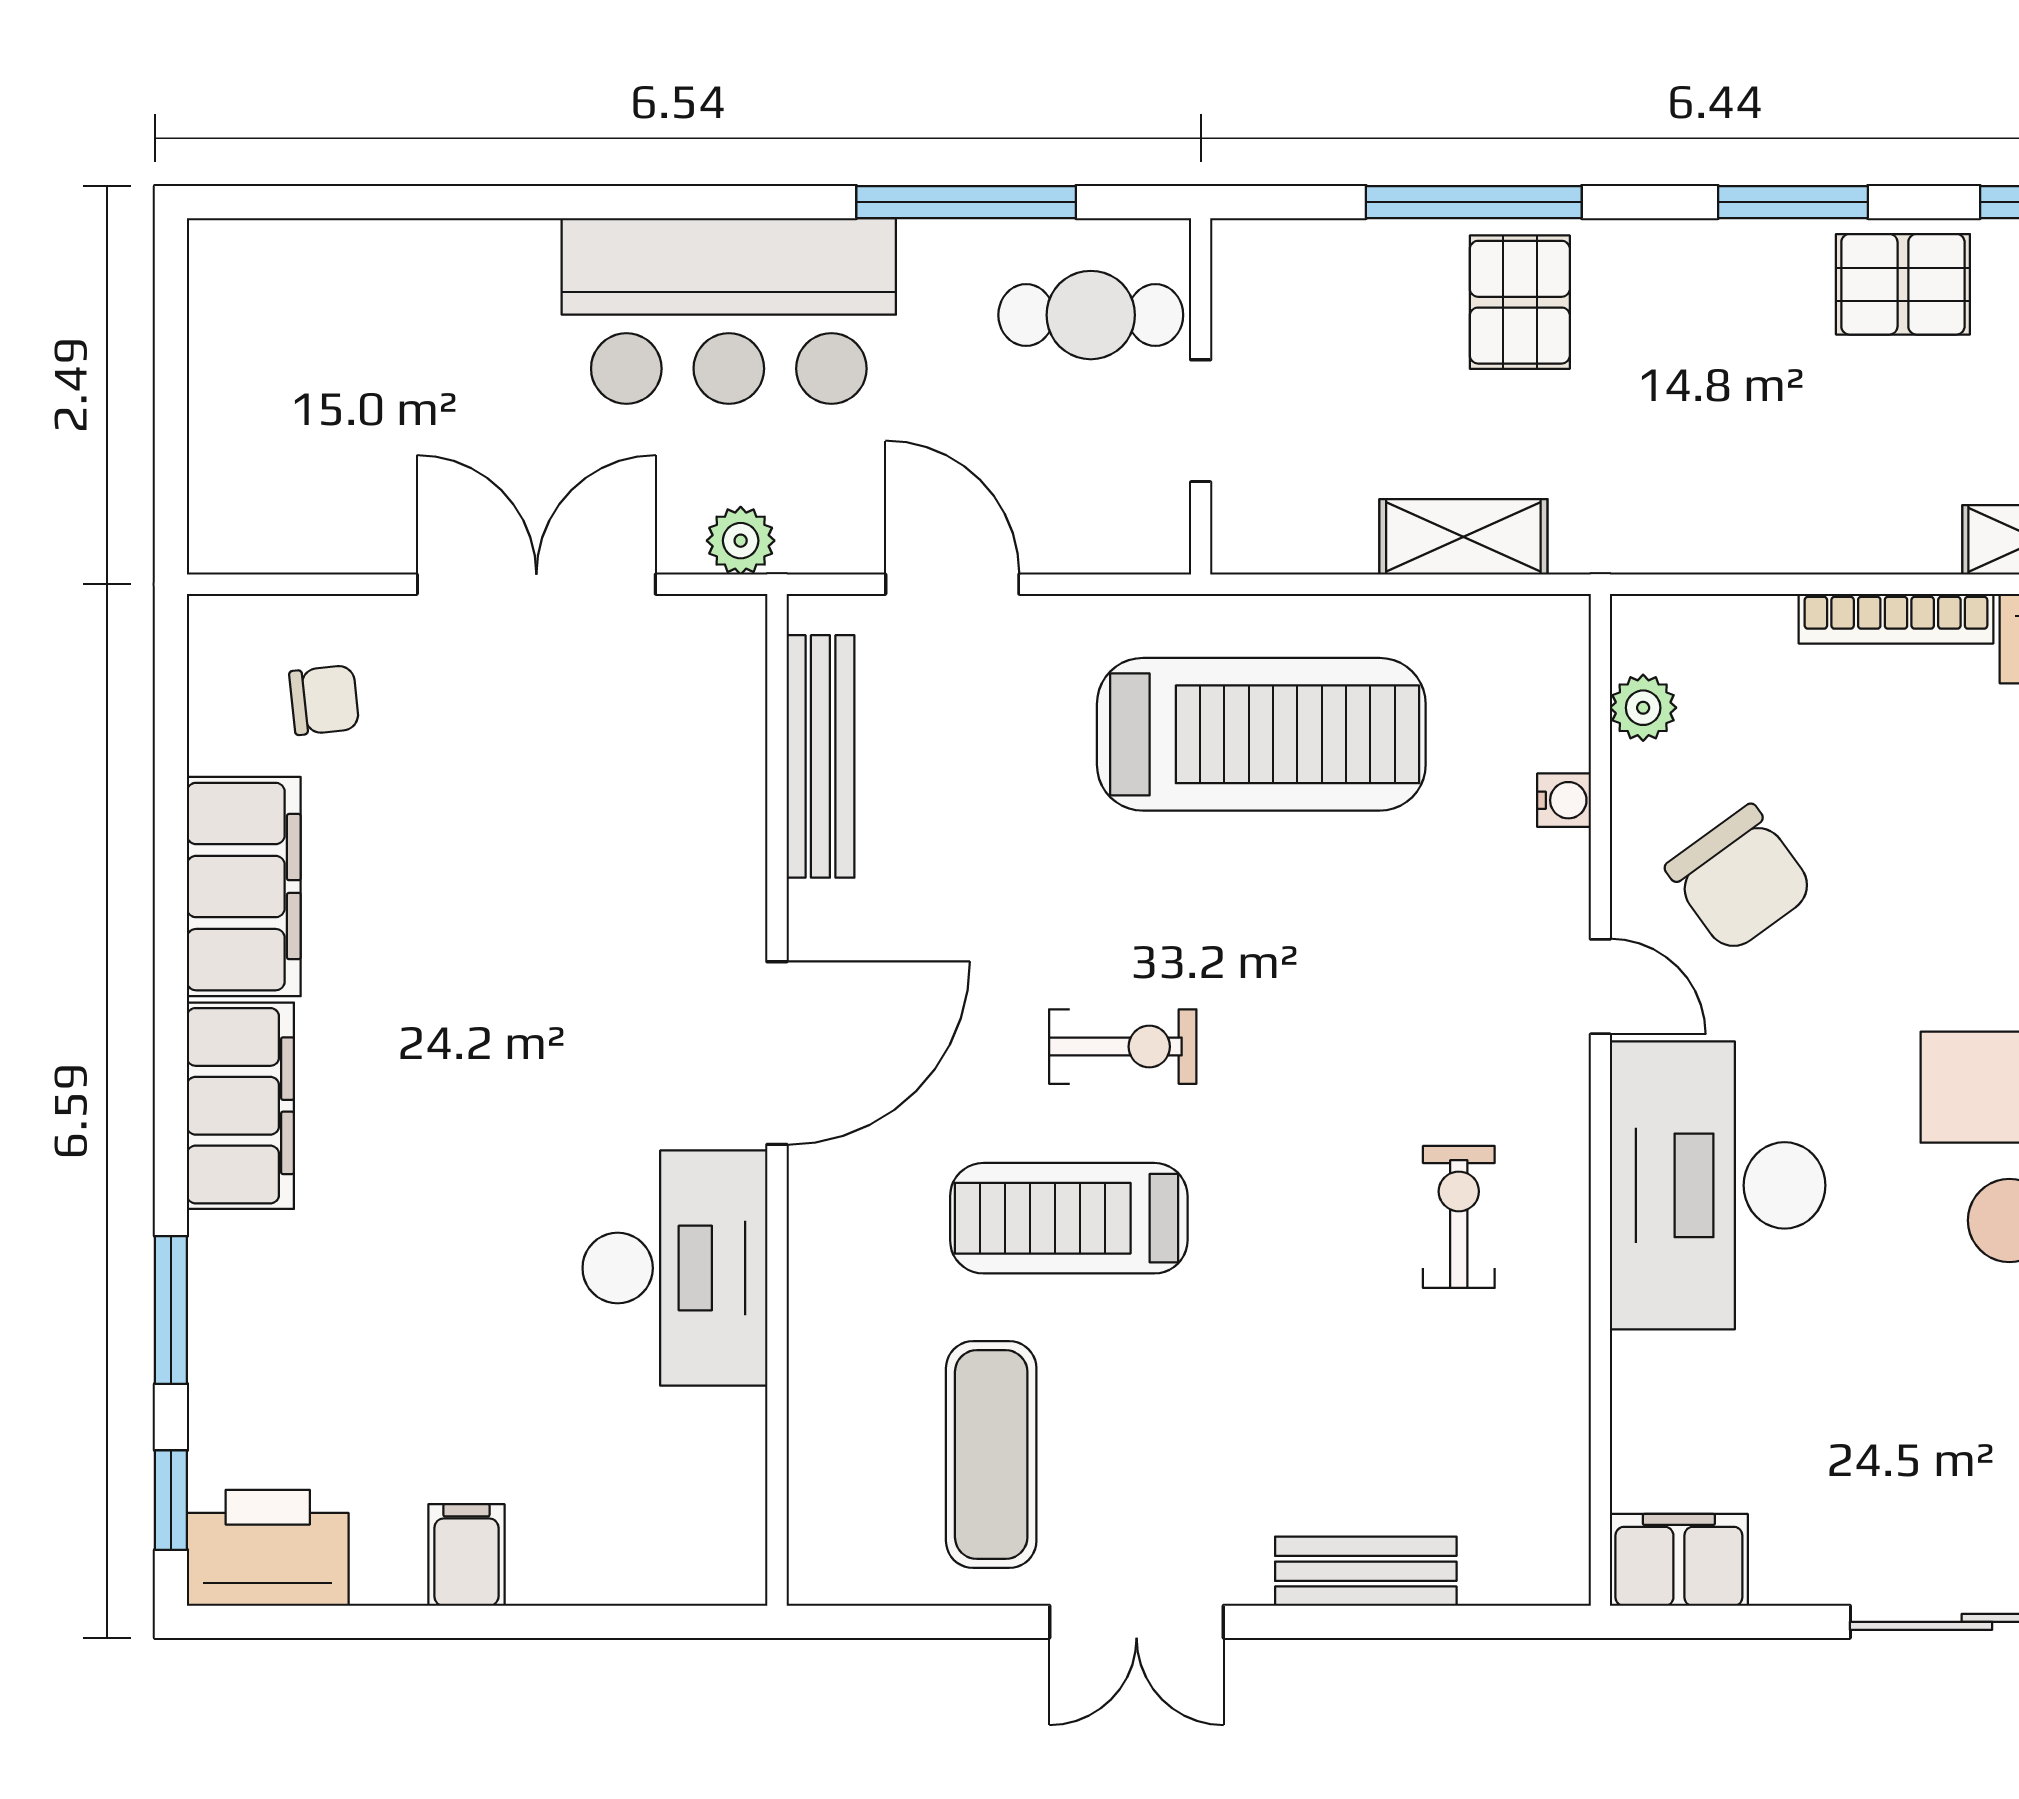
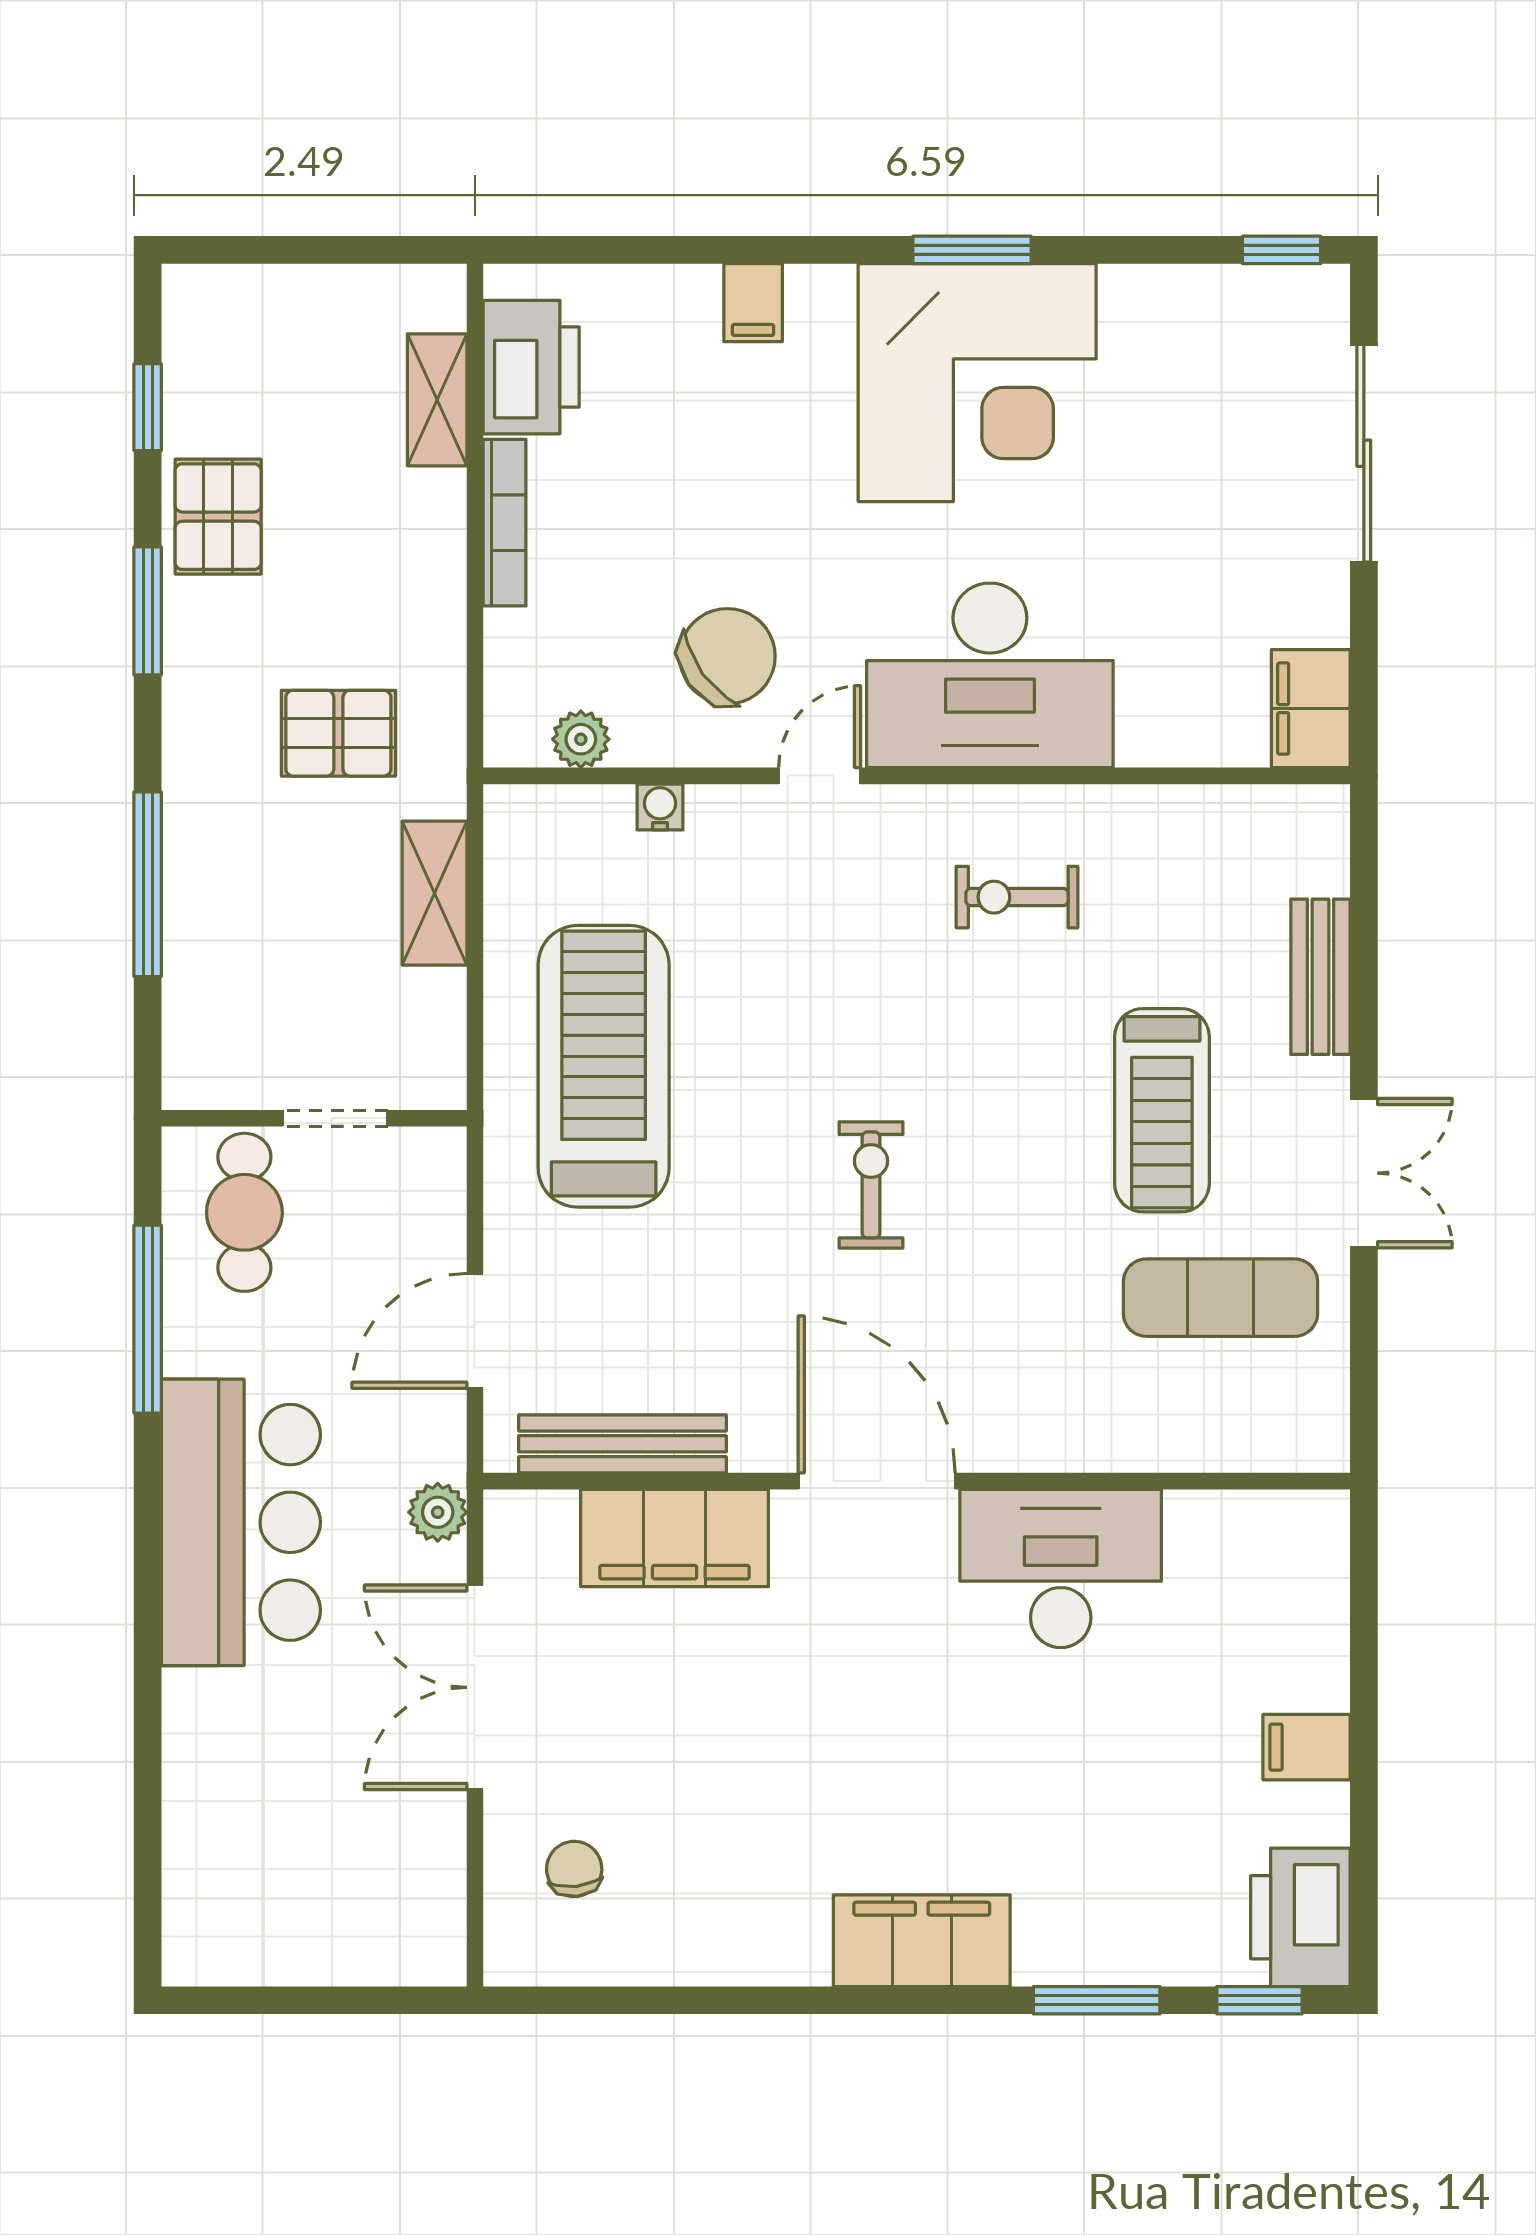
pallet: (1520, 302) -> (338, 733), moved
filing cabinet: (244, 887) -> (675, 1538), moved, turned 180
treadmill: (1069, 1218) -> (1162, 1110), moved

